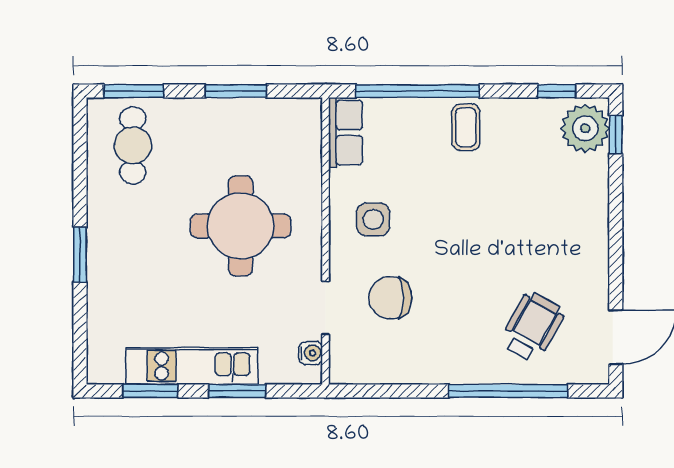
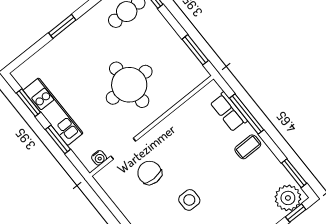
window: (236, 91) -> (195, 50), moved
window: (417, 91) -> (247, 114), width x0.68
window: (557, 91) -> (294, 173), width x1.50
row of seats: (346, 133) -> (229, 112), moved, turned 90
side table: (373, 219) -> (189, 200), moved

